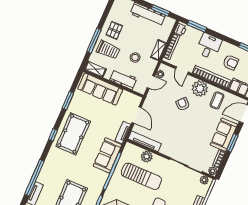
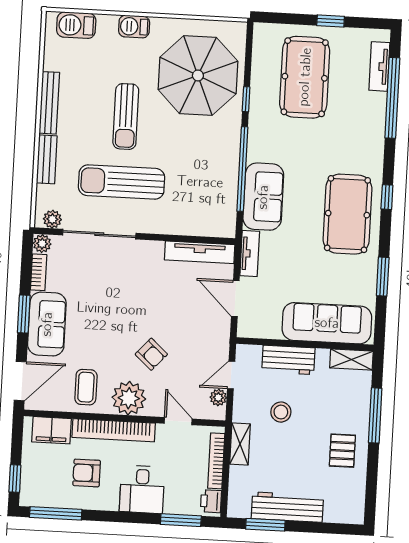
trolley: (108, 50) -> (340, 407), removed
plant: (147, 156) -> (184, 223), removed
sun lounger: (141, 176) -> (121, 182), moved

